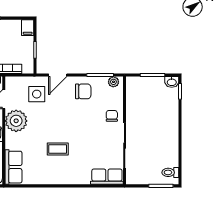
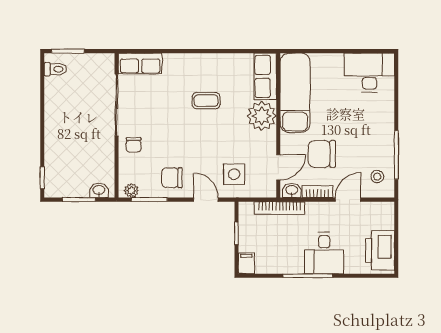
door: (58, 75) -> (206, 200), hinge flipped
washbasin: (172, 82) -> (99, 190), moved
plant: (16, 121) -> (262, 116), moved

